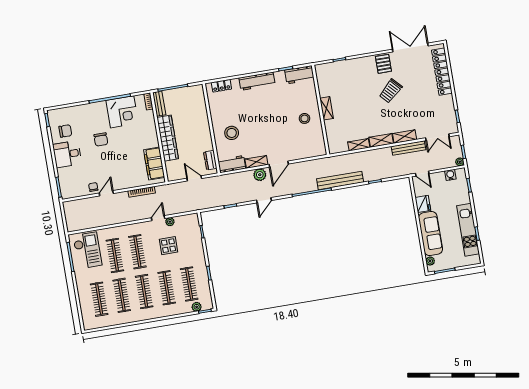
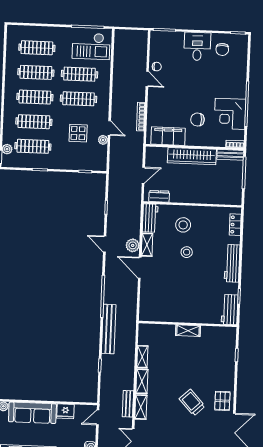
pallet: (383, 64) -> (222, 401), turned 90
stool: (305, 118) -> (187, 252), moved
chair: (101, 139) -> (197, 120), moved
bench: (409, 148) -> (128, 404), width x0.73

